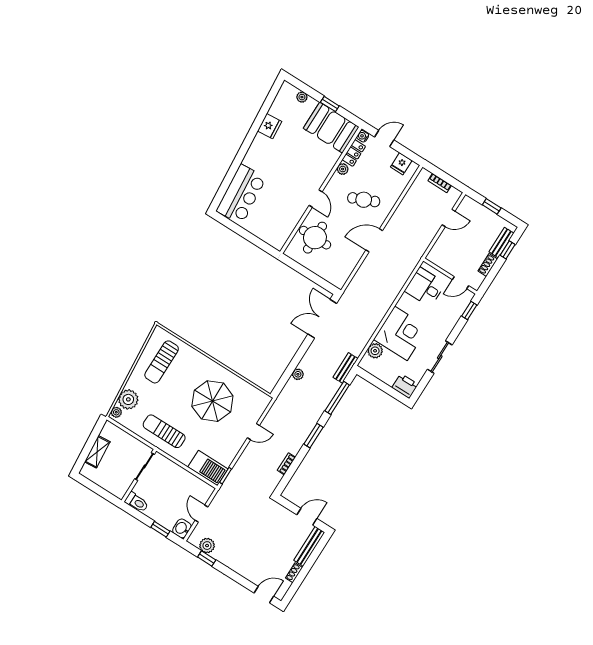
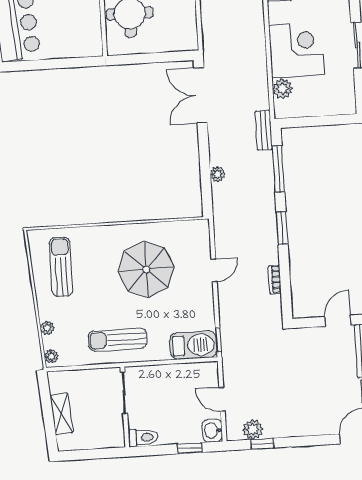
sun lounger: (162, 362) -> (61, 267), turned 180
printer: (405, 386) -> (342, 103), removed
plant: (128, 399) -> (47, 328), width x0.53, depth x0.53

